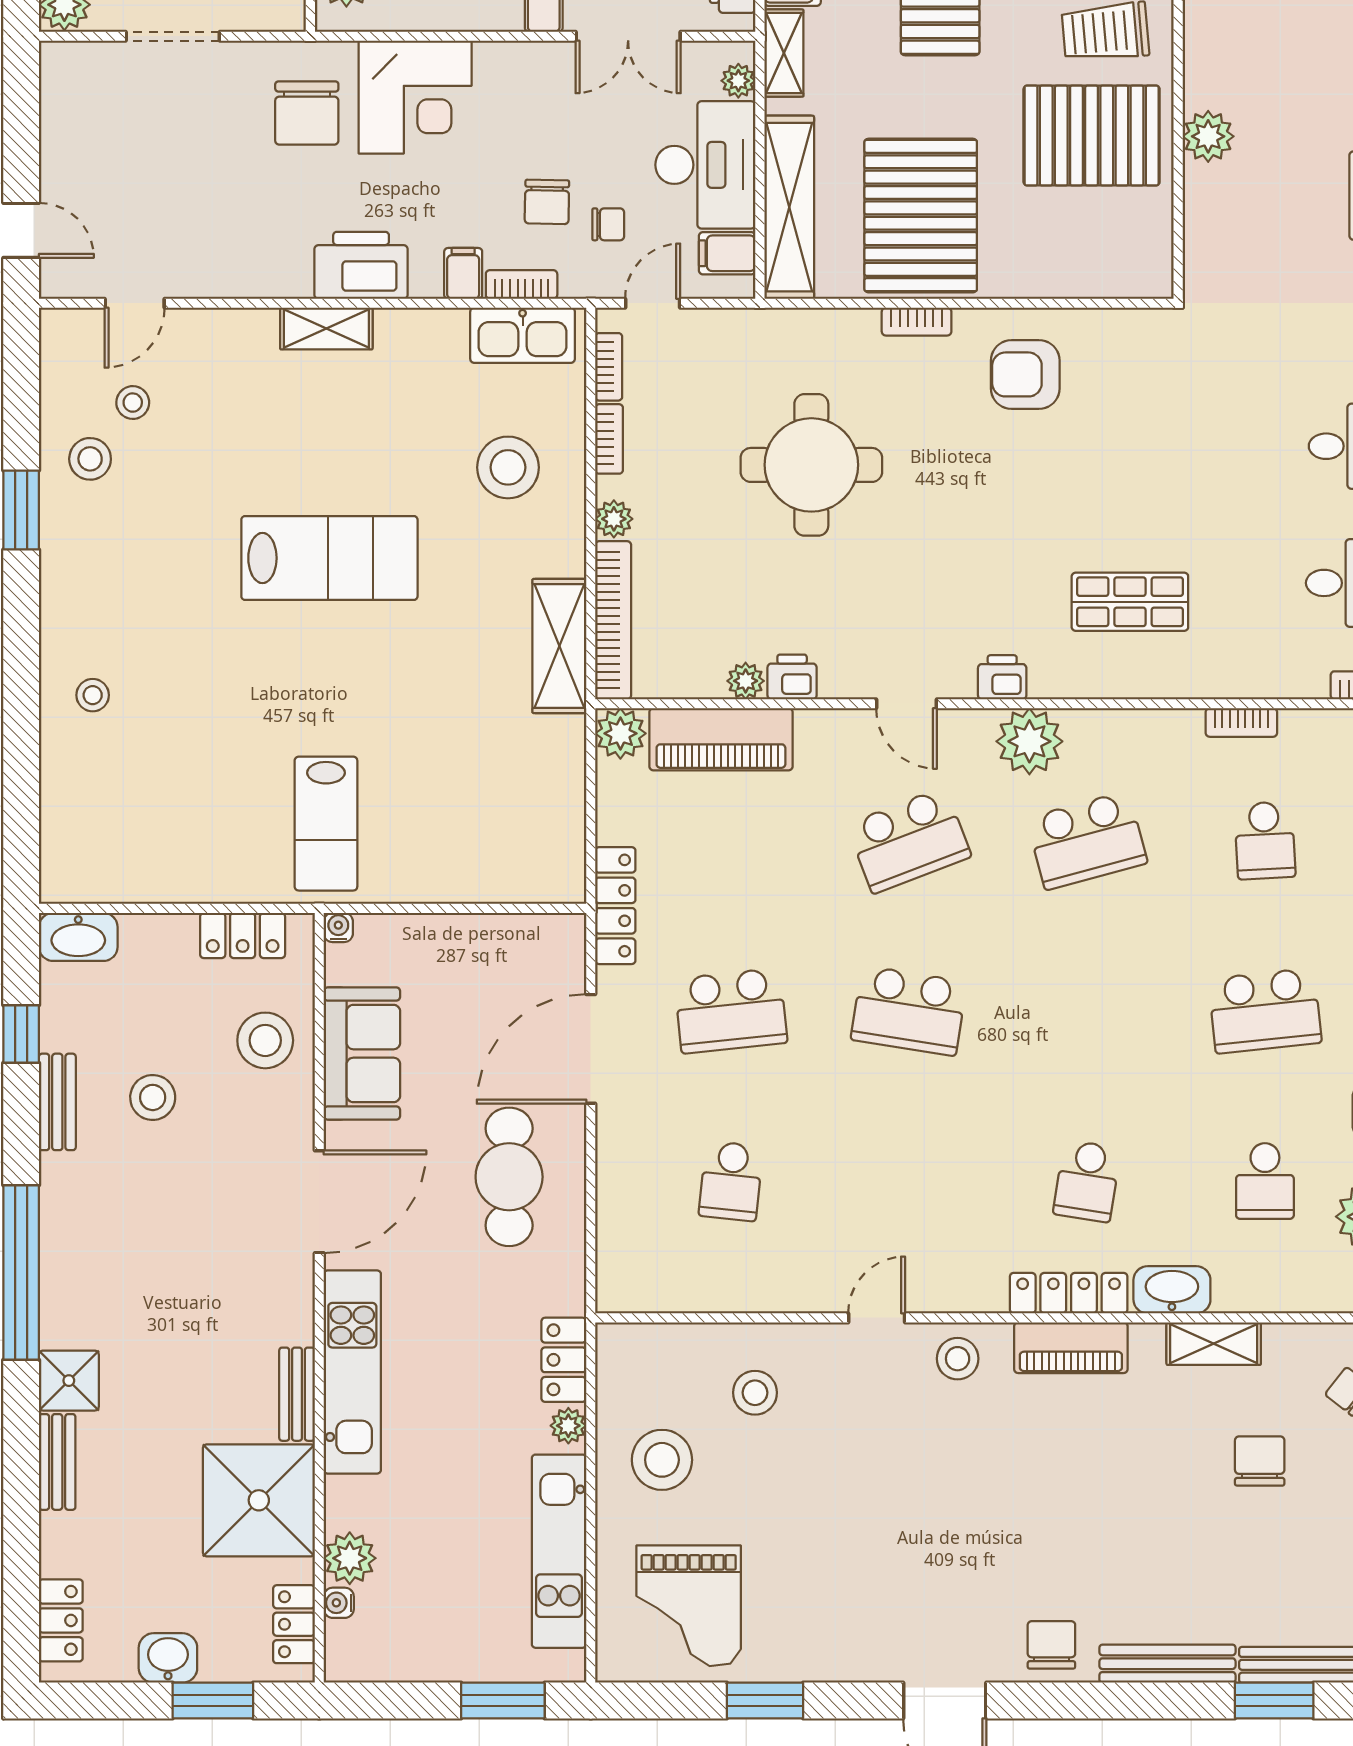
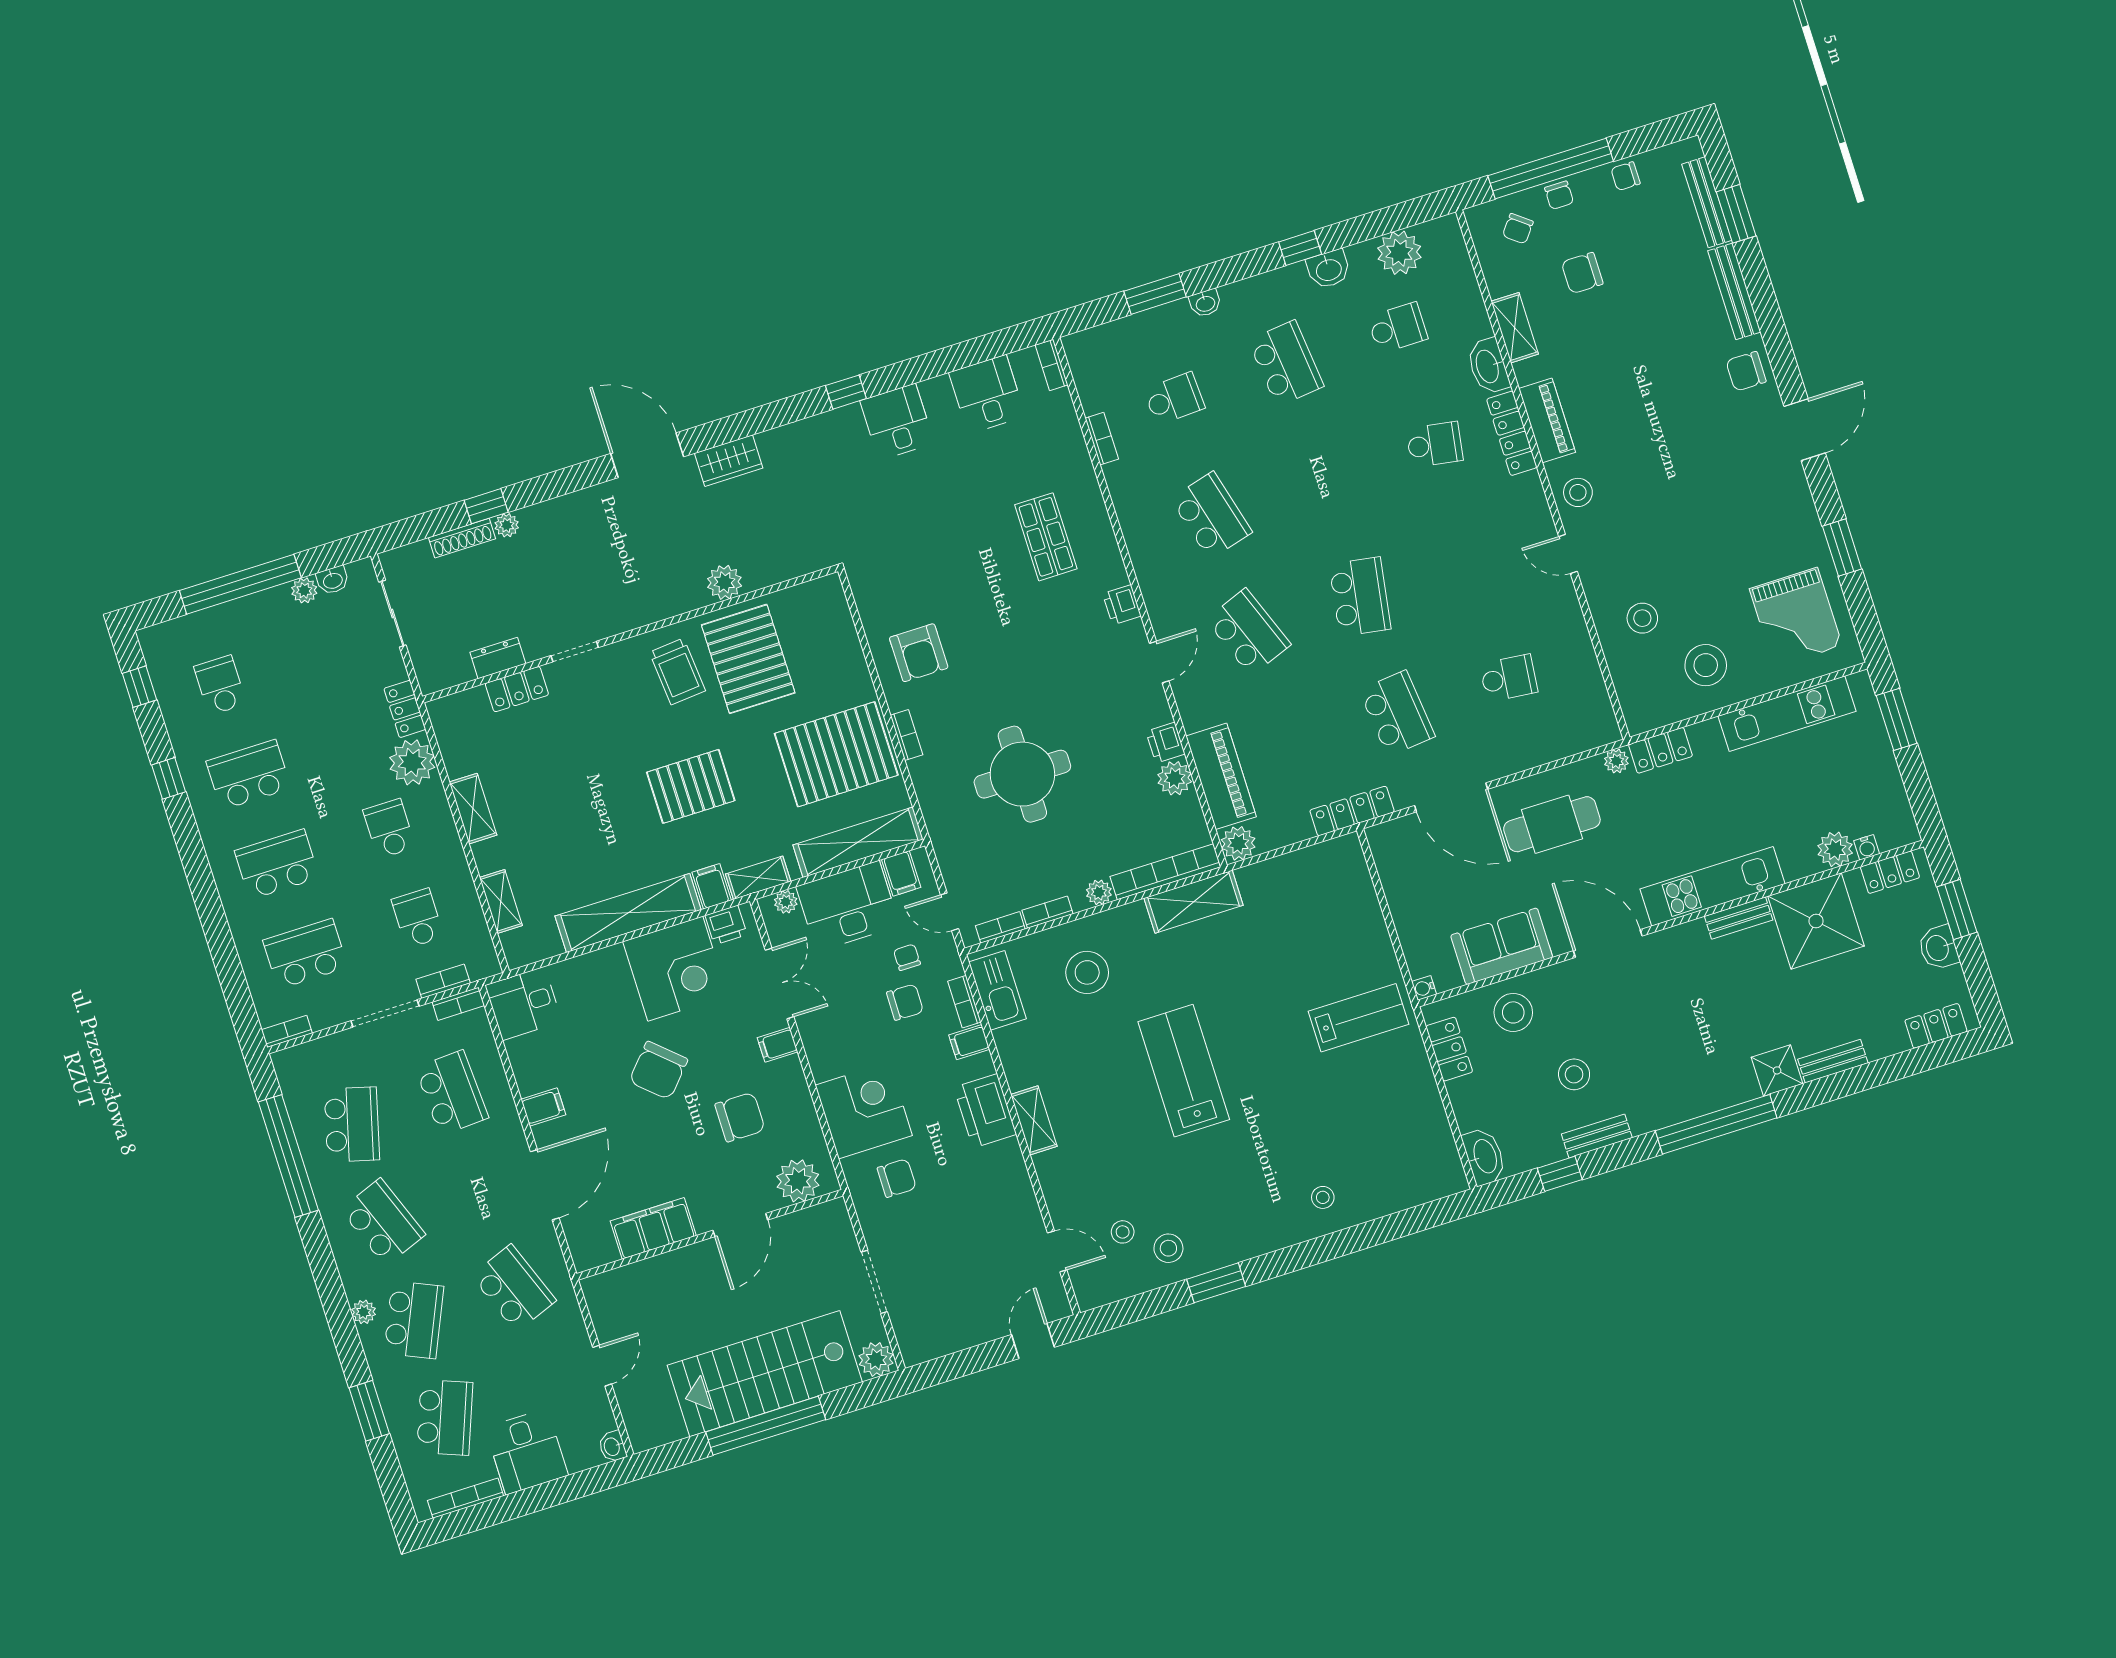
chair: (307, 113) -> (897, 1178), width x0.73, depth x0.73
plant: (746, 681) -> (1175, 778), width x1.38, depth x1.38
plant: (1029, 741) -> (1158, 574), removed
plant: (568, 1426) -> (1616, 761), moved
grand piano: (689, 1606) -> (1796, 617), turned 90

